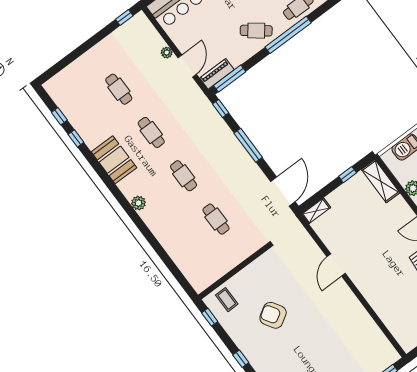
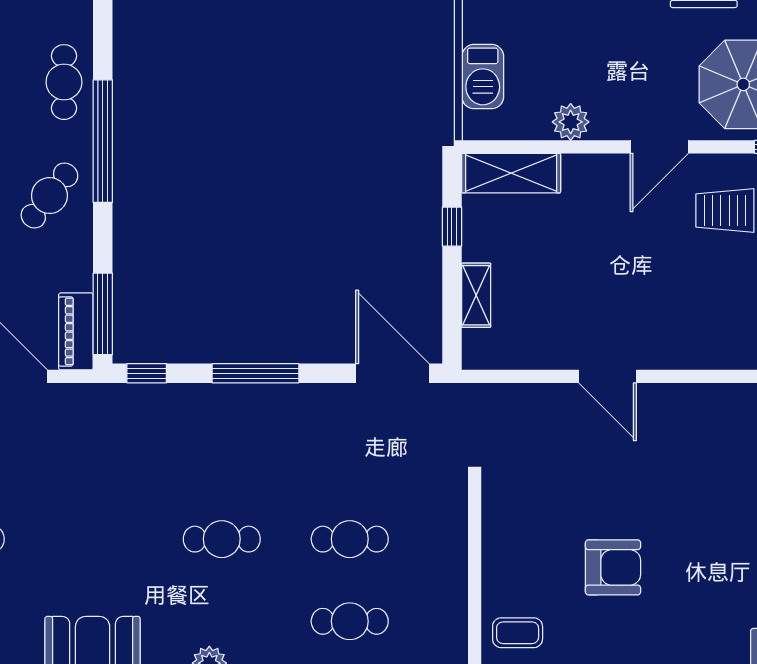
cafe table: (151, 132) -> (350, 621), moved
shelving: (316, 211) -> (476, 295), moved
armchair: (273, 315) -> (613, 567), turned -148

